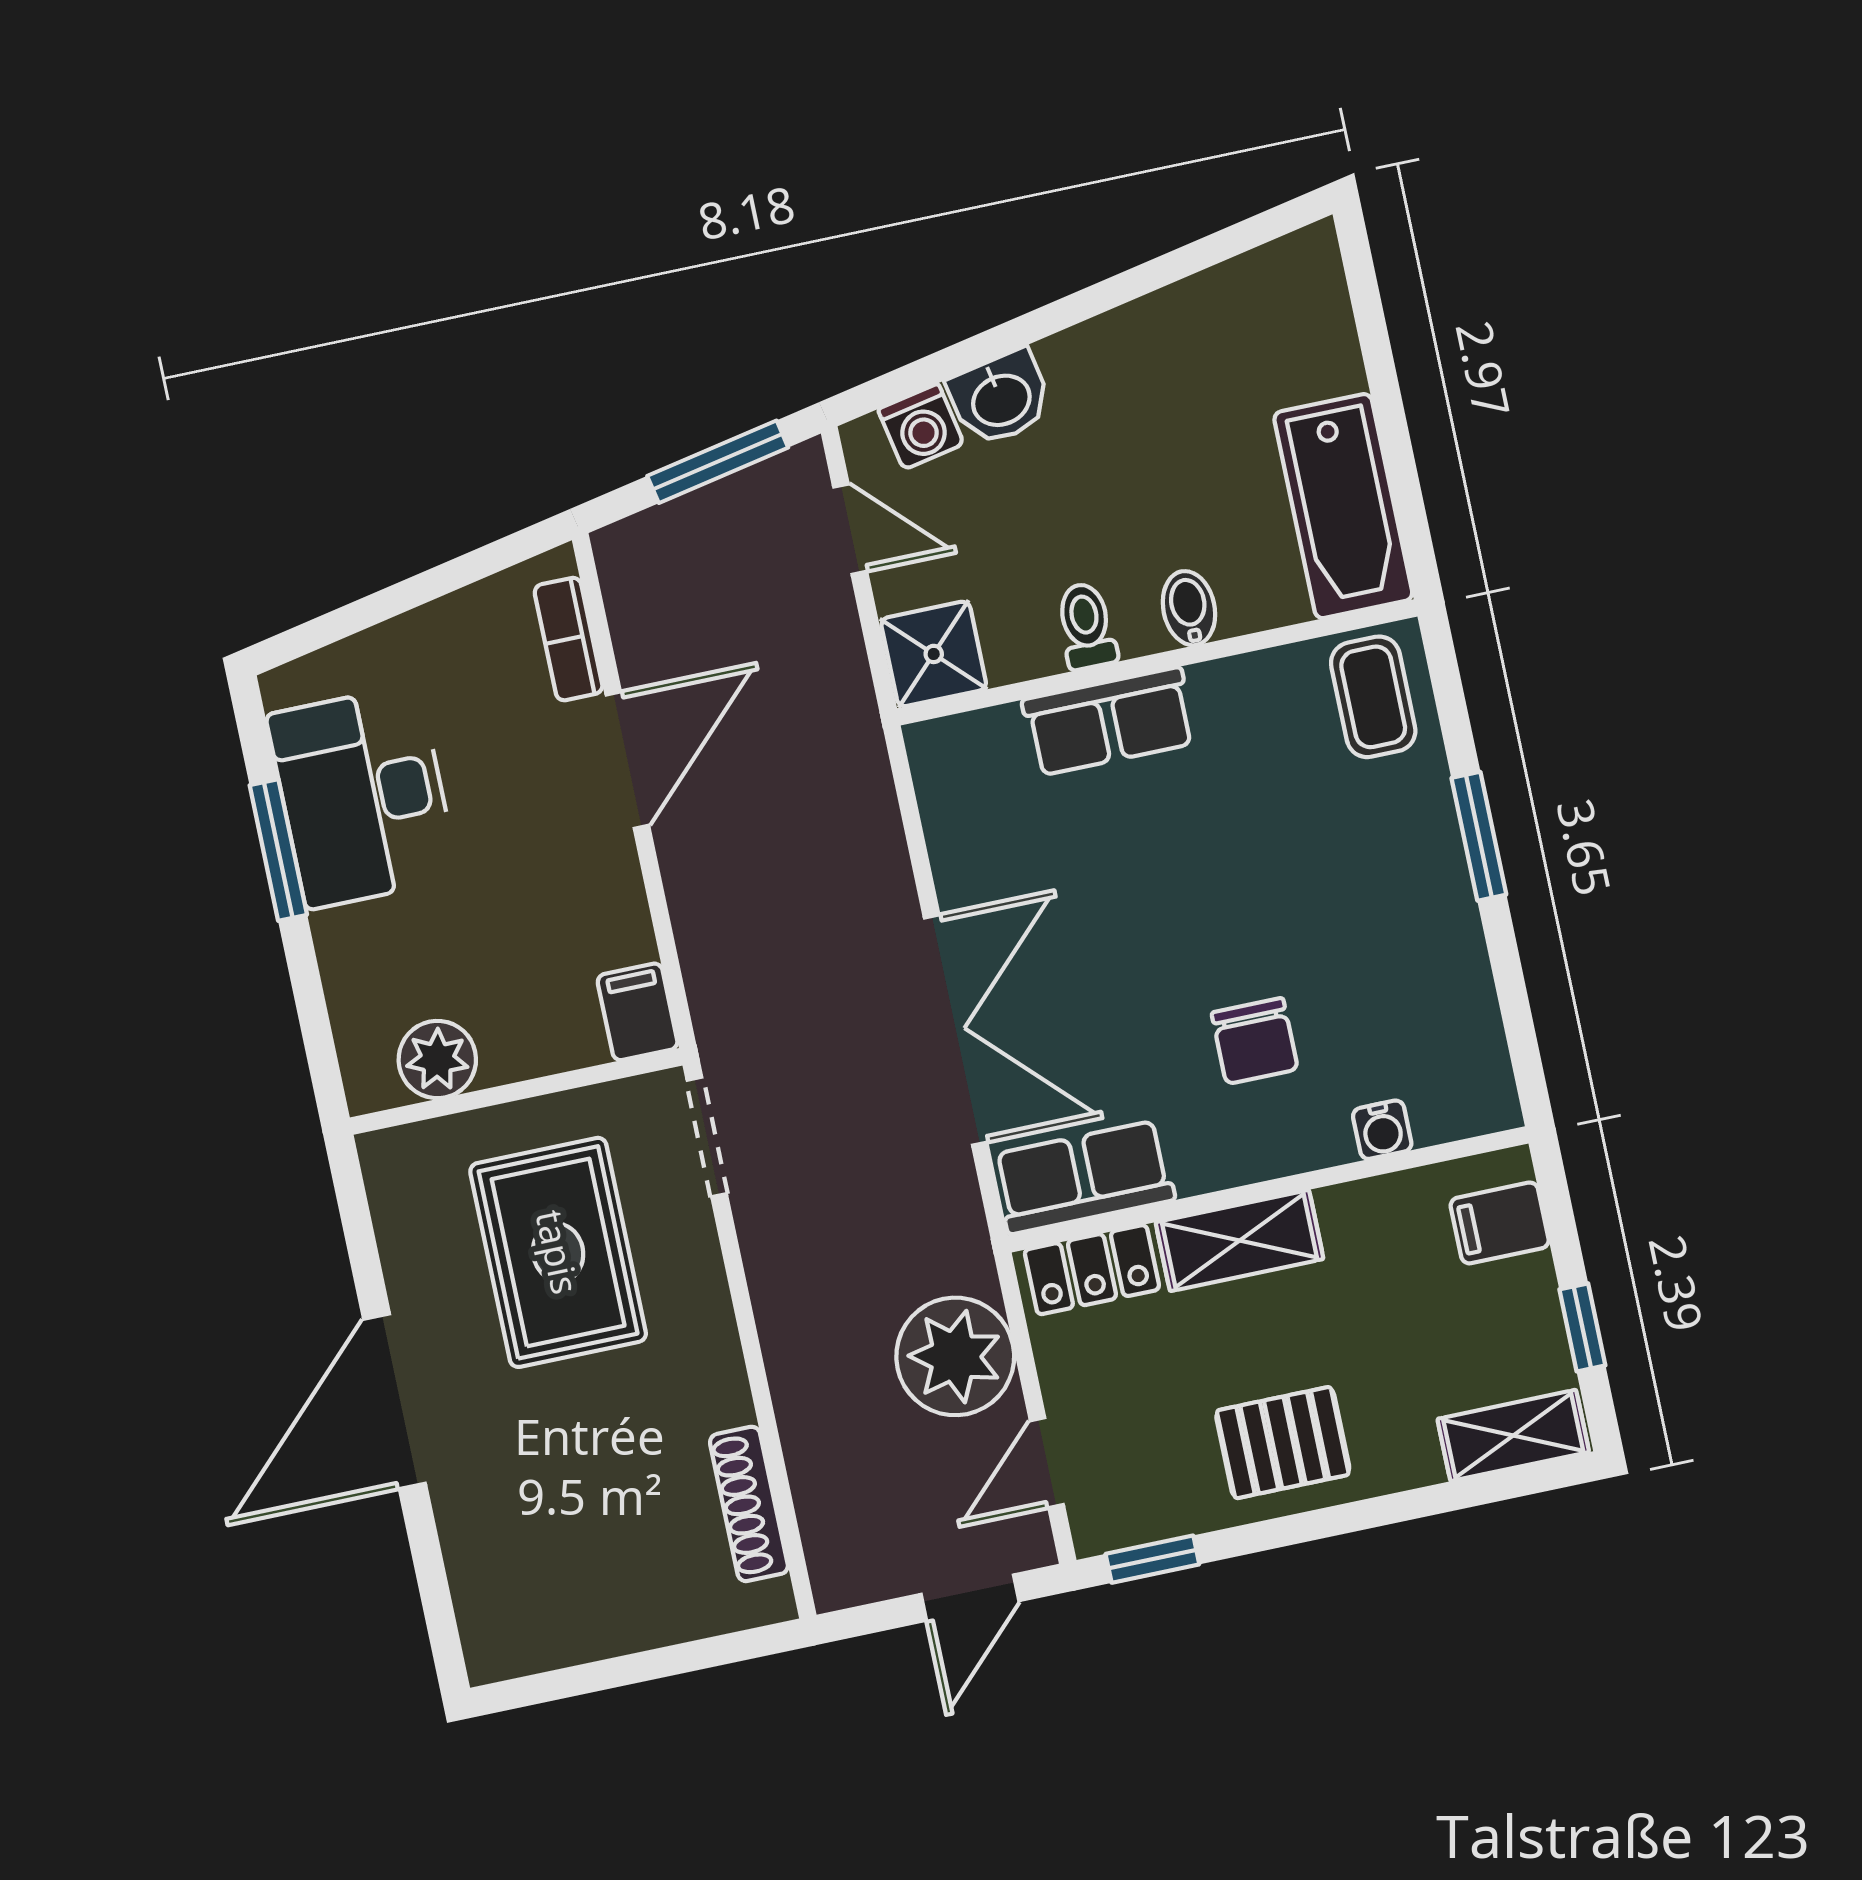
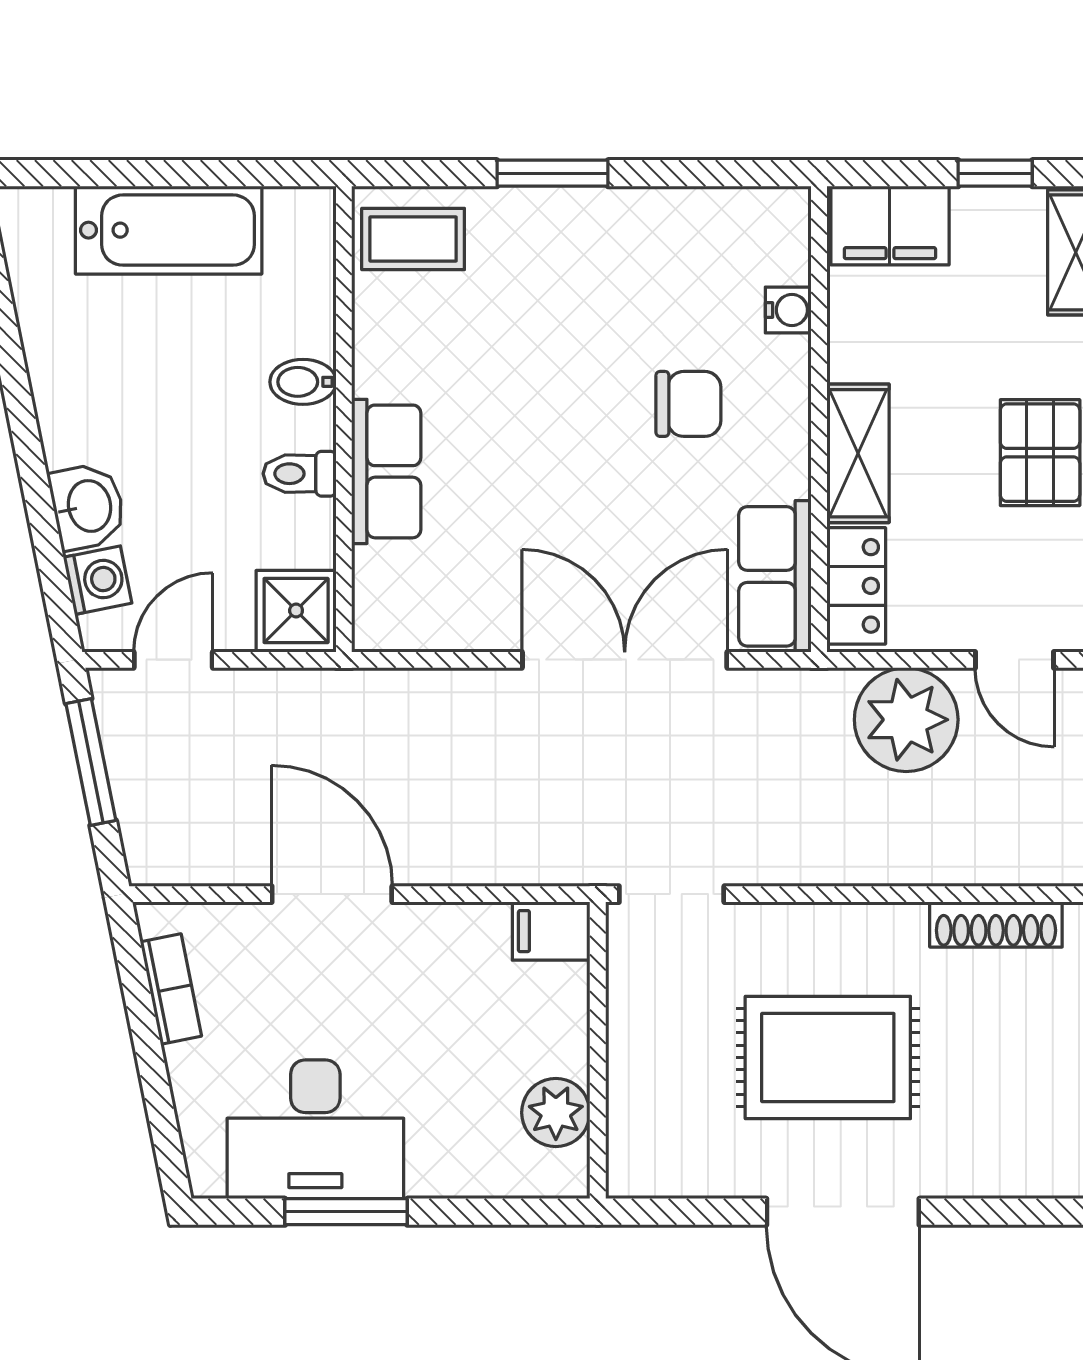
bathtub: (1343, 506) -> (169, 230), moved
bookcase: (569, 639) -> (171, 989), moved, turned -101
filing cabinet: (1500, 1223) -> (890, 226), width x2.00
rug: (558, 1252) -> (828, 1057), moved

